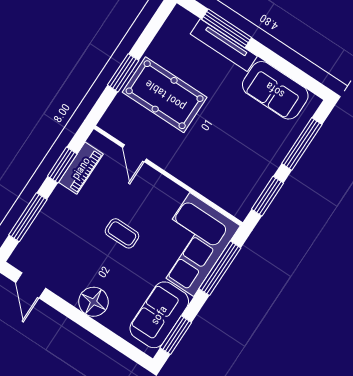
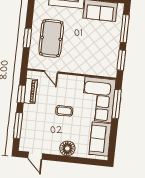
pool table: (165, 95) -> (51, 38), turned 90
window: (176, 335) -> (112, 144), removed

